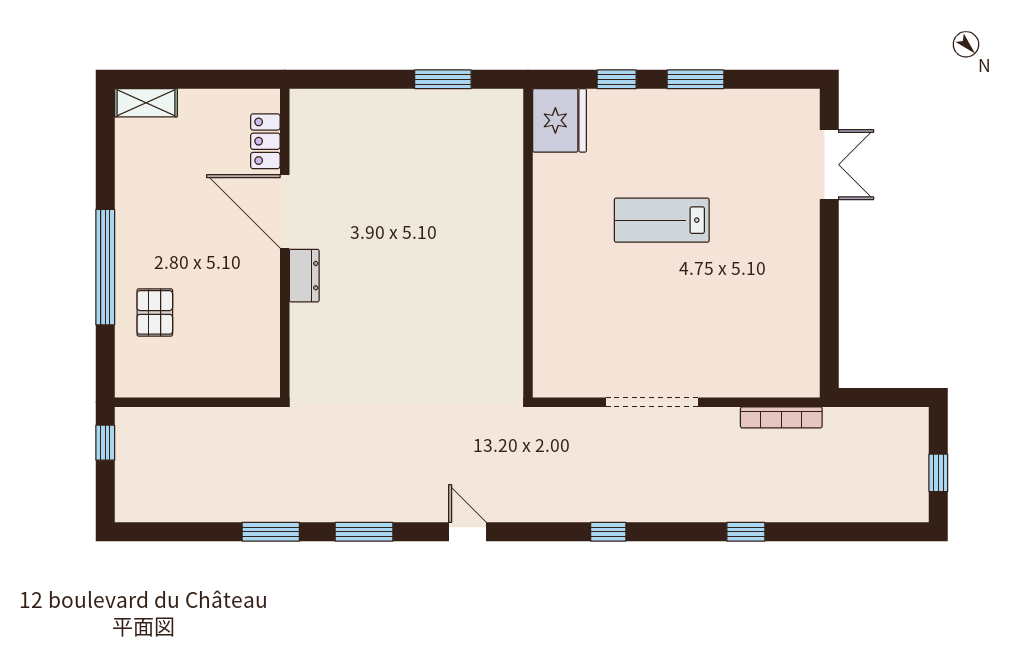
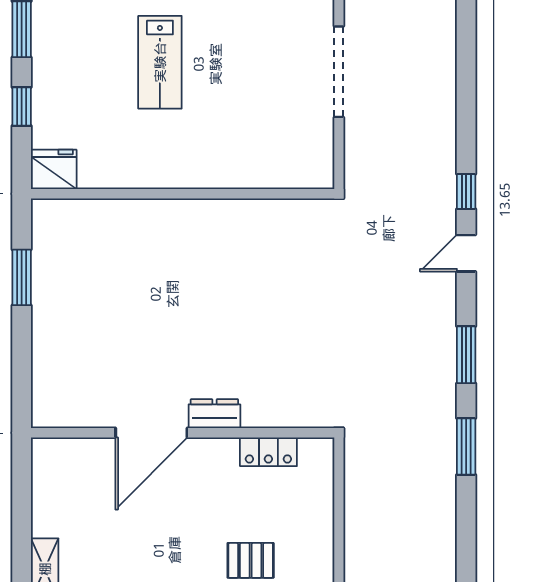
fridge: (560, 120) -> (54, 169), width x0.73, depth x0.75
locker: (265, 141) -> (268, 452), moved
window: (608, 532) -> (466, 192), moved

